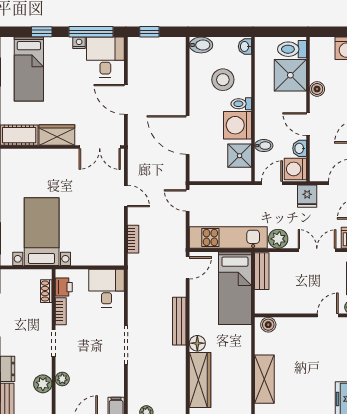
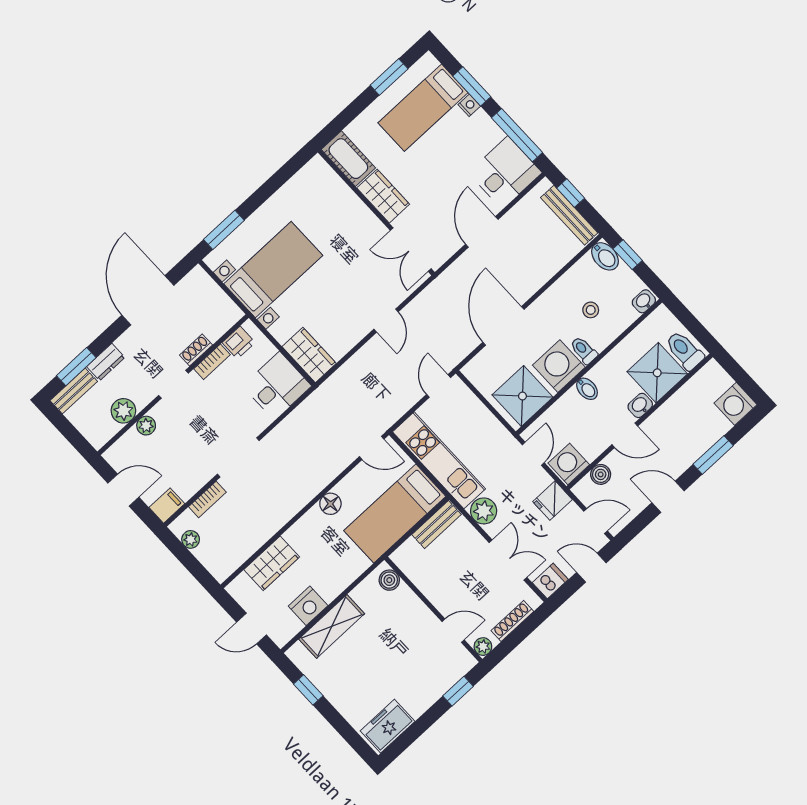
window: (42, 32) -> (472, 86), width x1.50
window: (211, 32) -> (628, 255), added
nightstand: (79, 43) -> (469, 105), moved
stool: (223, 80) -> (591, 310), width x0.53, depth x0.53
boiler: (317, 89) -> (601, 474), moved
door: (308, 124) -> (625, 435), swing flipped
bidet: (264, 146) -> (587, 389), moved
washbasin: (300, 148) -> (640, 405), moved
shower: (240, 156) -> (522, 396), width x1.36, depth x1.36
door: (272, 183) -> (533, 454), hinge flipped
bookcase: (133, 239) -> (207, 499), moved
wardrobe: (106, 255) -> (309, 355), added
shoe rack: (46, 291) -> (196, 350), moved
bench: (179, 321) -> (569, 215), moved, turned 90
floor lamp: (197, 343) -> (330, 504), moved
wardrobe: (200, 380) -> (272, 563), width x0.67
nightstand: (241, 382) -> (308, 606), added

